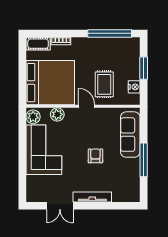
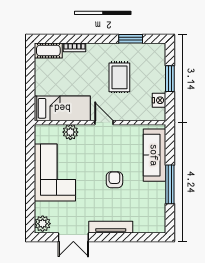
window: (110, 33) -> (131, 39), width x0.47
bed: (50, 83) -> (62, 108), width x0.49
rug: (104, 84) -> (119, 77), moved
plant: (33, 117) -> (43, 224), moved

